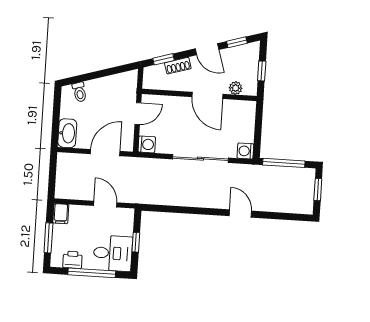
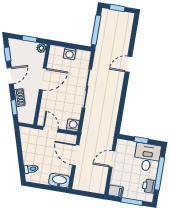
plant: (236, 88) -> (41, 48), moved
washing machine: (245, 151) -> (70, 54), moved

